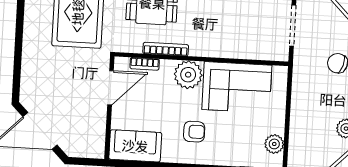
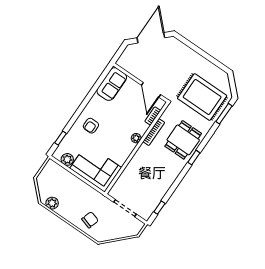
plant: (188, 75) -> (136, 138), width x0.53, depth x0.53
corner sofa: (237, 87) -> (96, 168), moved, turned 90
armchair: (194, 132) -> (91, 126), moved

